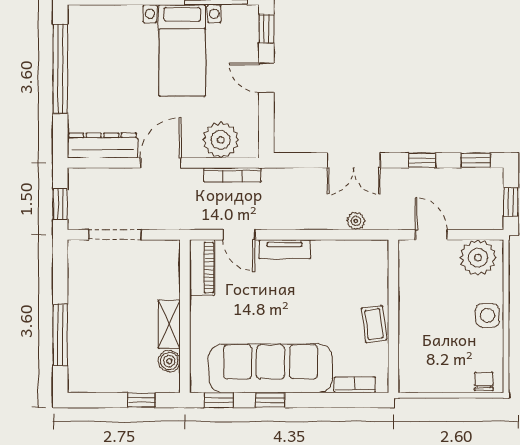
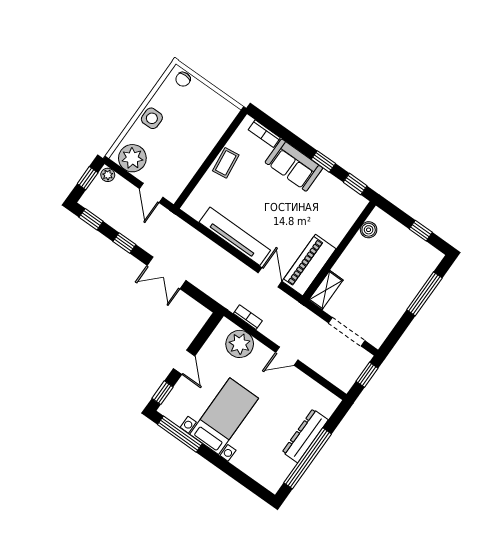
dresser: (102, 146) -> (305, 436), moved, turned 90
double door: (354, 160) -> (166, 273), swing flipped
door: (161, 163) -> (287, 356), width x0.73
bookcase: (232, 175) -> (248, 317), width x0.64
plant: (356, 221) -> (108, 175), moved
tv unit: (285, 249) -> (235, 236), width x1.92, depth x1.29
piano: (202, 268) -> (309, 265), width x1.37, depth x1.33
shelving: (169, 324) -> (326, 290), moved
sofa: (271, 368) -> (294, 165), width x0.54, depth x0.79
window: (142, 400) -> (421, 231), moved

